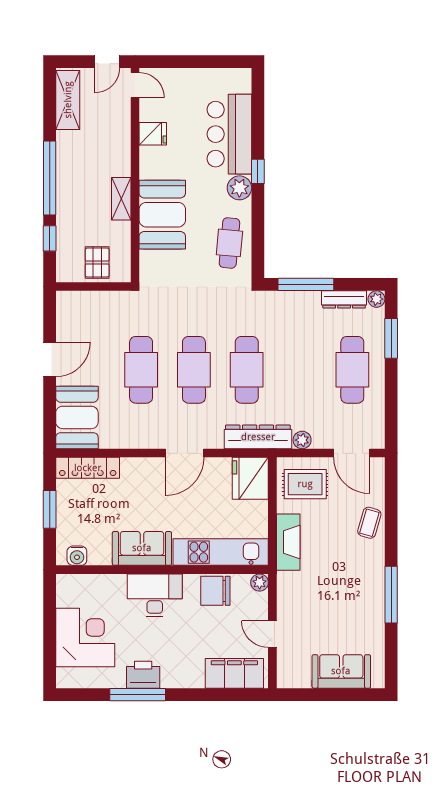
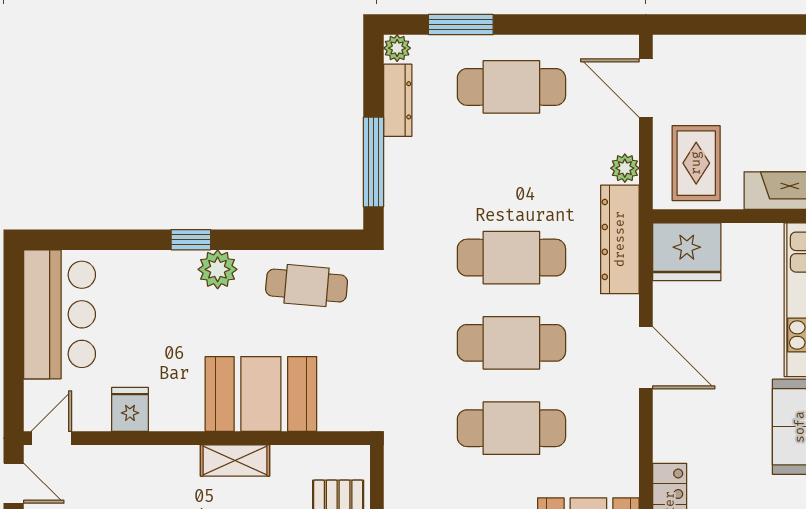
bar counter: (229, 134) -> (60, 314), moved, turned -90
door: (352, 453) -> (646, 88), swing flipped
coffee table: (369, 523) -> (758, 59), removed

